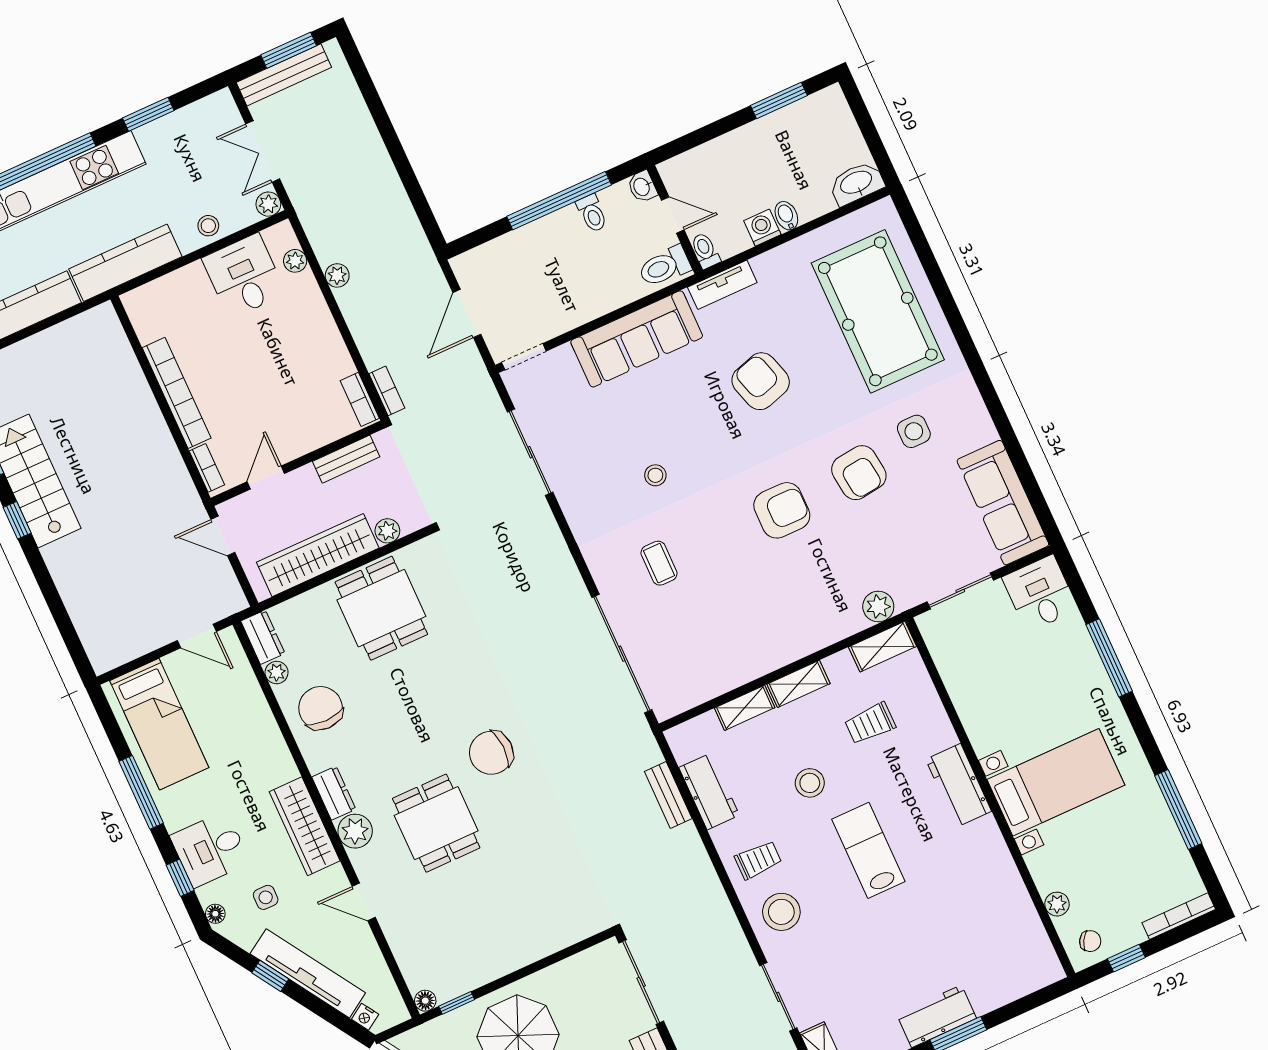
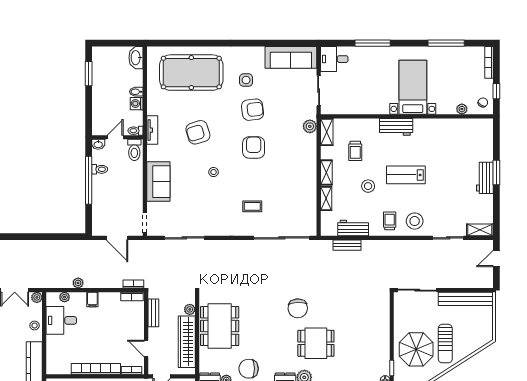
filing cabinet: (316, 321) -> (92, 300), added
sofa: (637, 339) -> (158, 182), width x0.73
stool: (655, 475) -> (214, 172), moved
dining table: (381, 608) -> (220, 326), width x1.38

